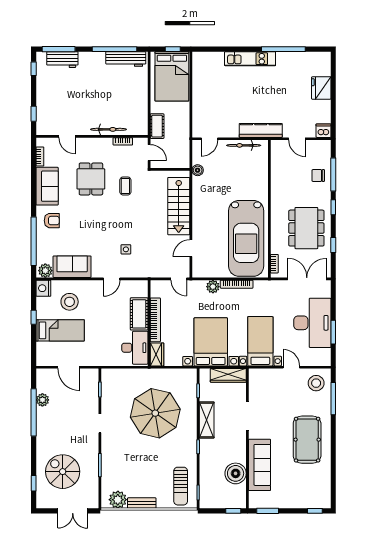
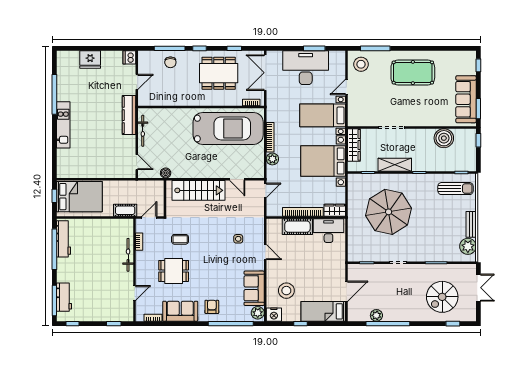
bed: (60, 330) -> (323, 311), moved, turned -90
sofa: (259, 465) -> (466, 99), moved, turned -90

